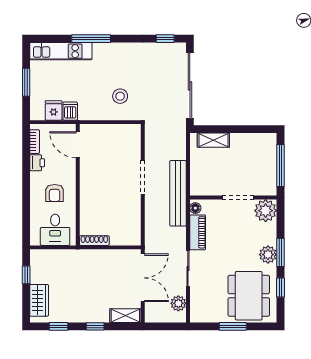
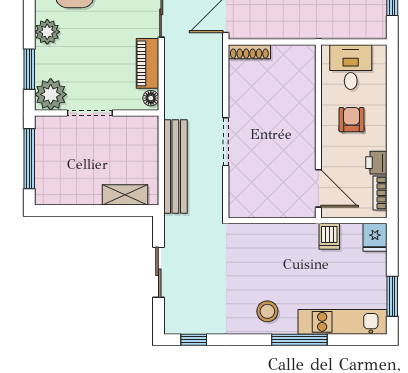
window: (26, 82) -> (392, 296), moved
sliding door: (190, 86) -> (158, 272), width x0.54
stool: (120, 96) -> (267, 311), moved
fridge: (54, 110) -> (375, 237), moved
bench: (178, 193) -> (175, 166), moved
shoe rack: (94, 241) -> (249, 52), moved
window: (281, 252) -> (29, 69), moved

